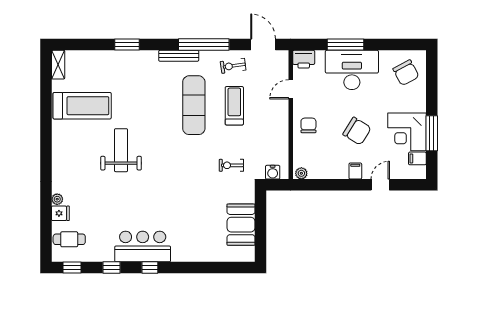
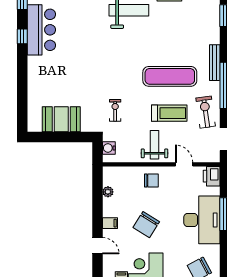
exercise bike: (233, 66) -> (206, 112), width x1.38, depth x1.39
weight bench: (269, 122) -> (154, 145), added
plant: (301, 173) -> (108, 192), moved

